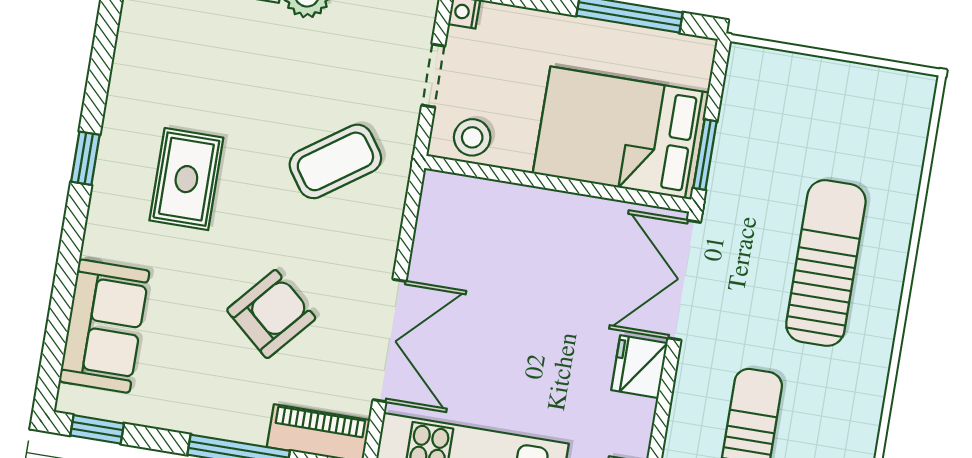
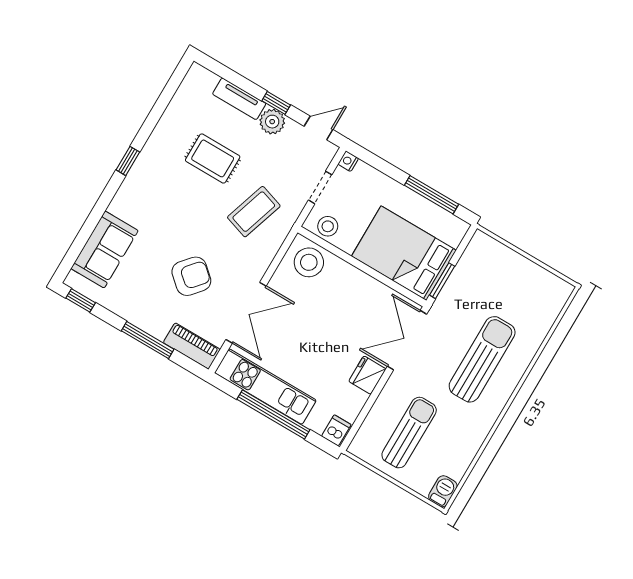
coffee table: (335, 161) -> (254, 212), turned -37
rug: (186, 179) -> (213, 158), moved, turned 90
stool: (464, 212) -> (309, 262), added

